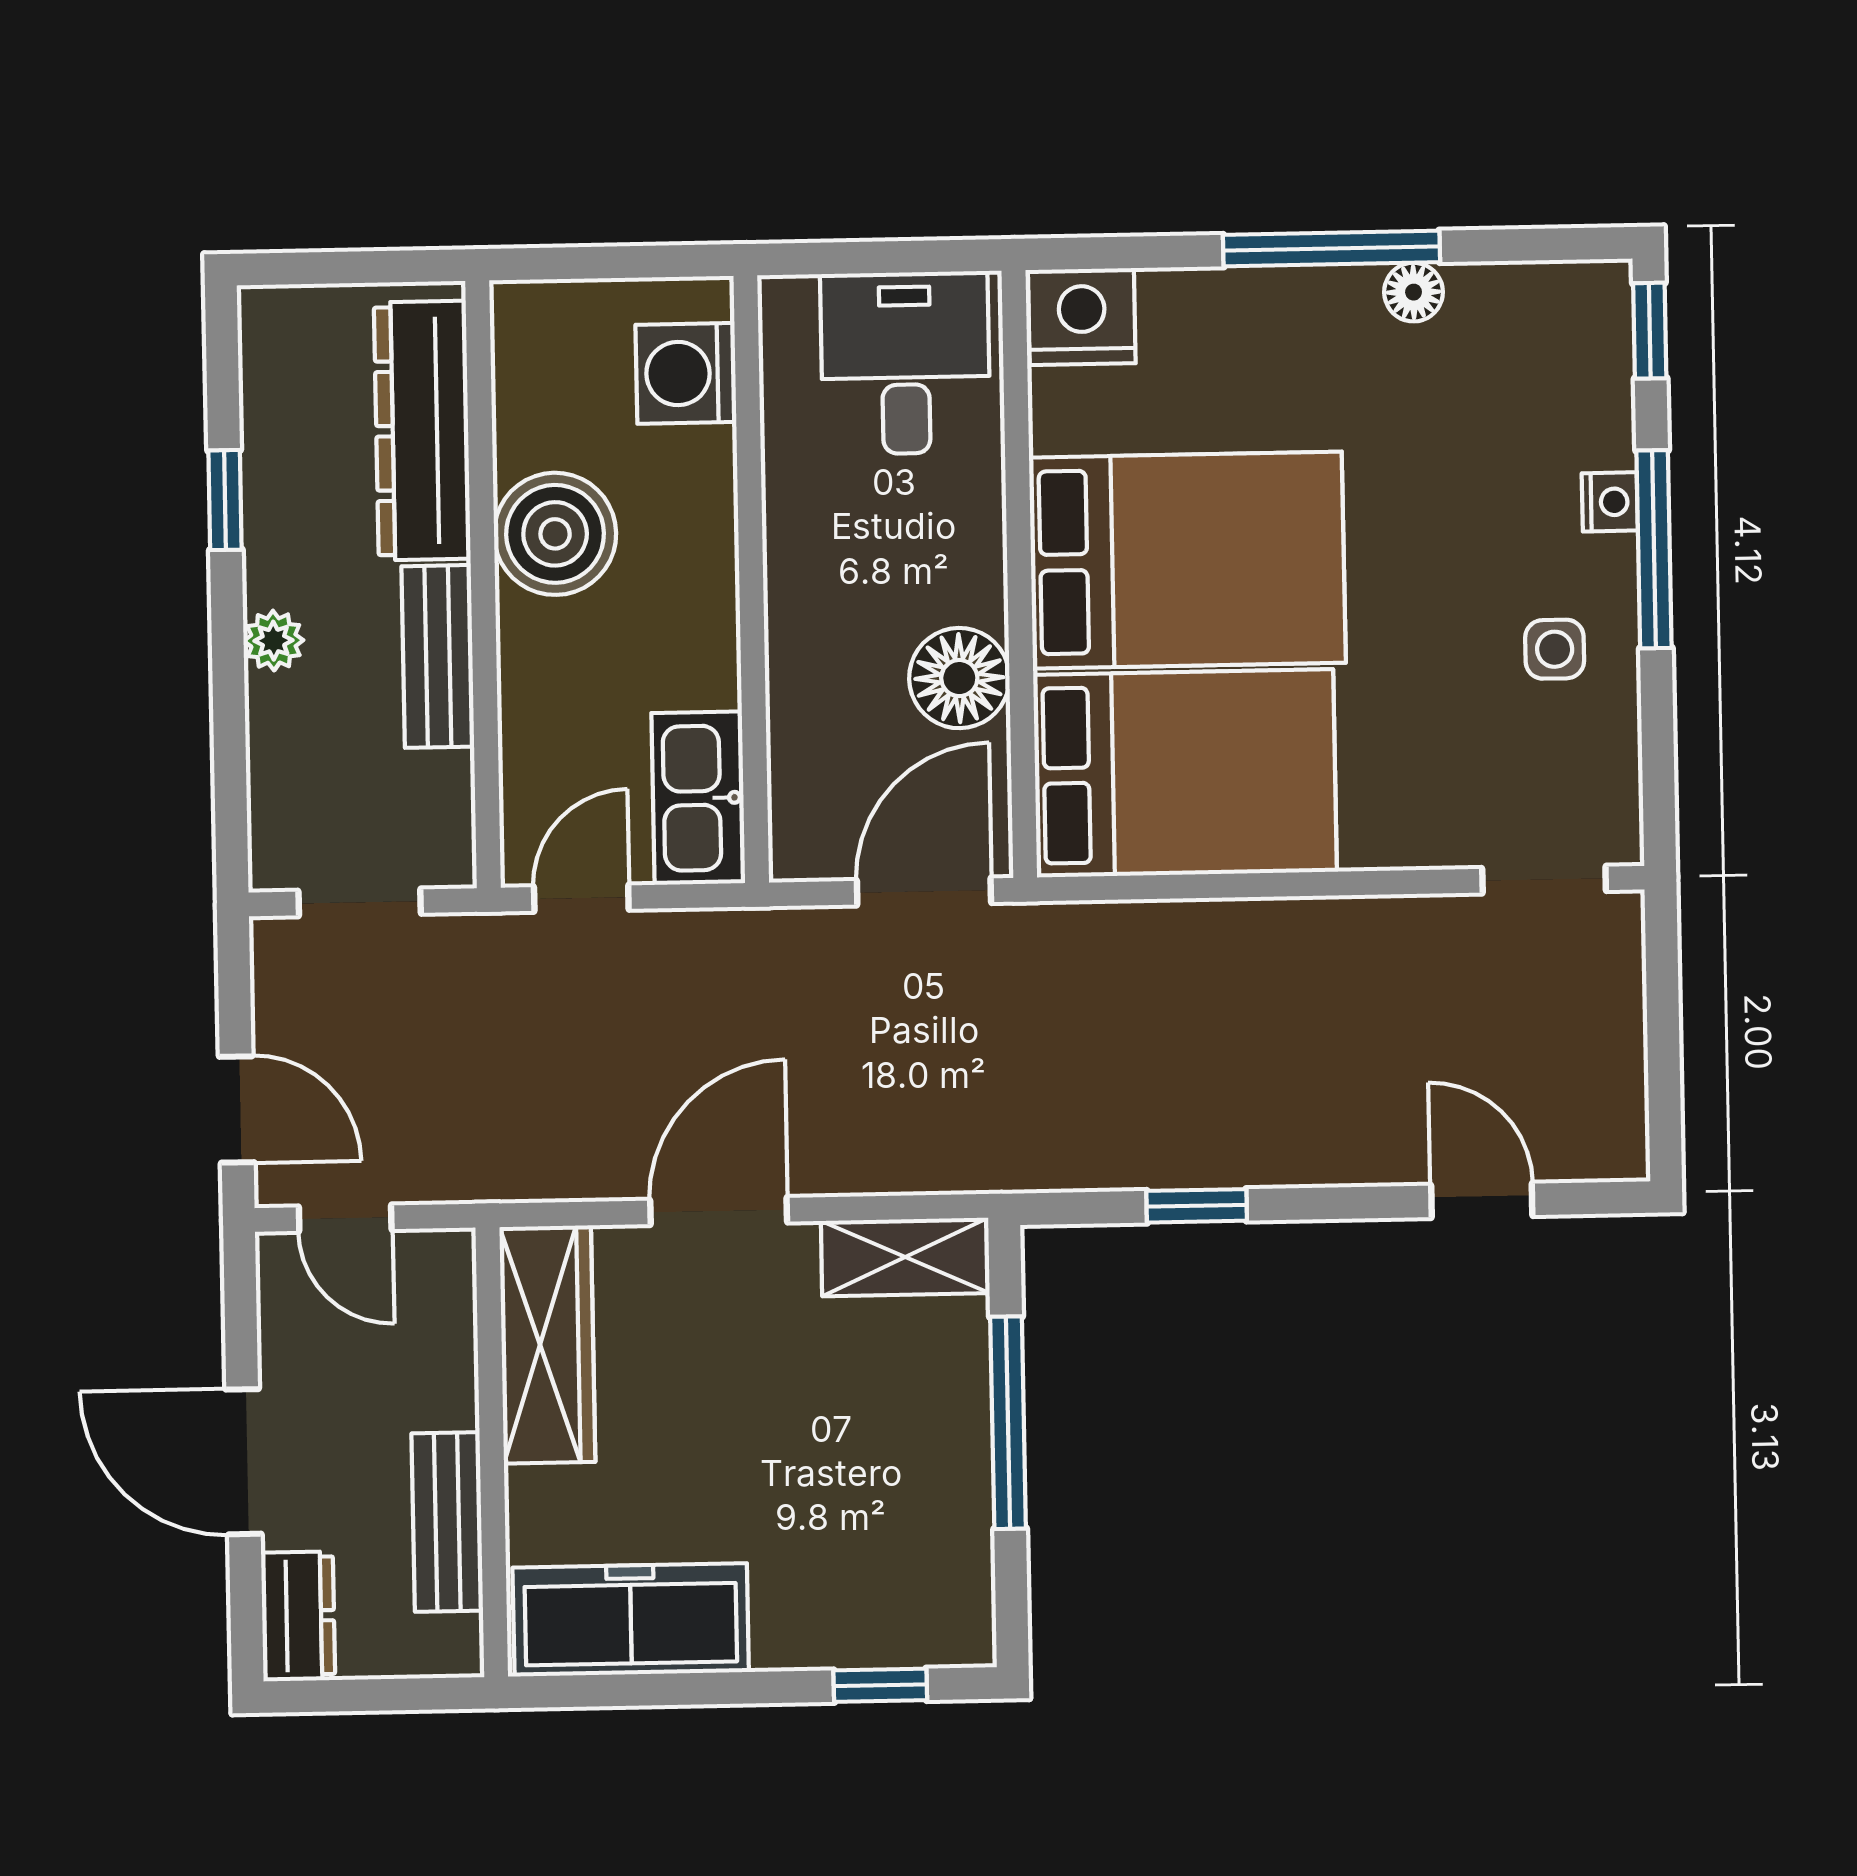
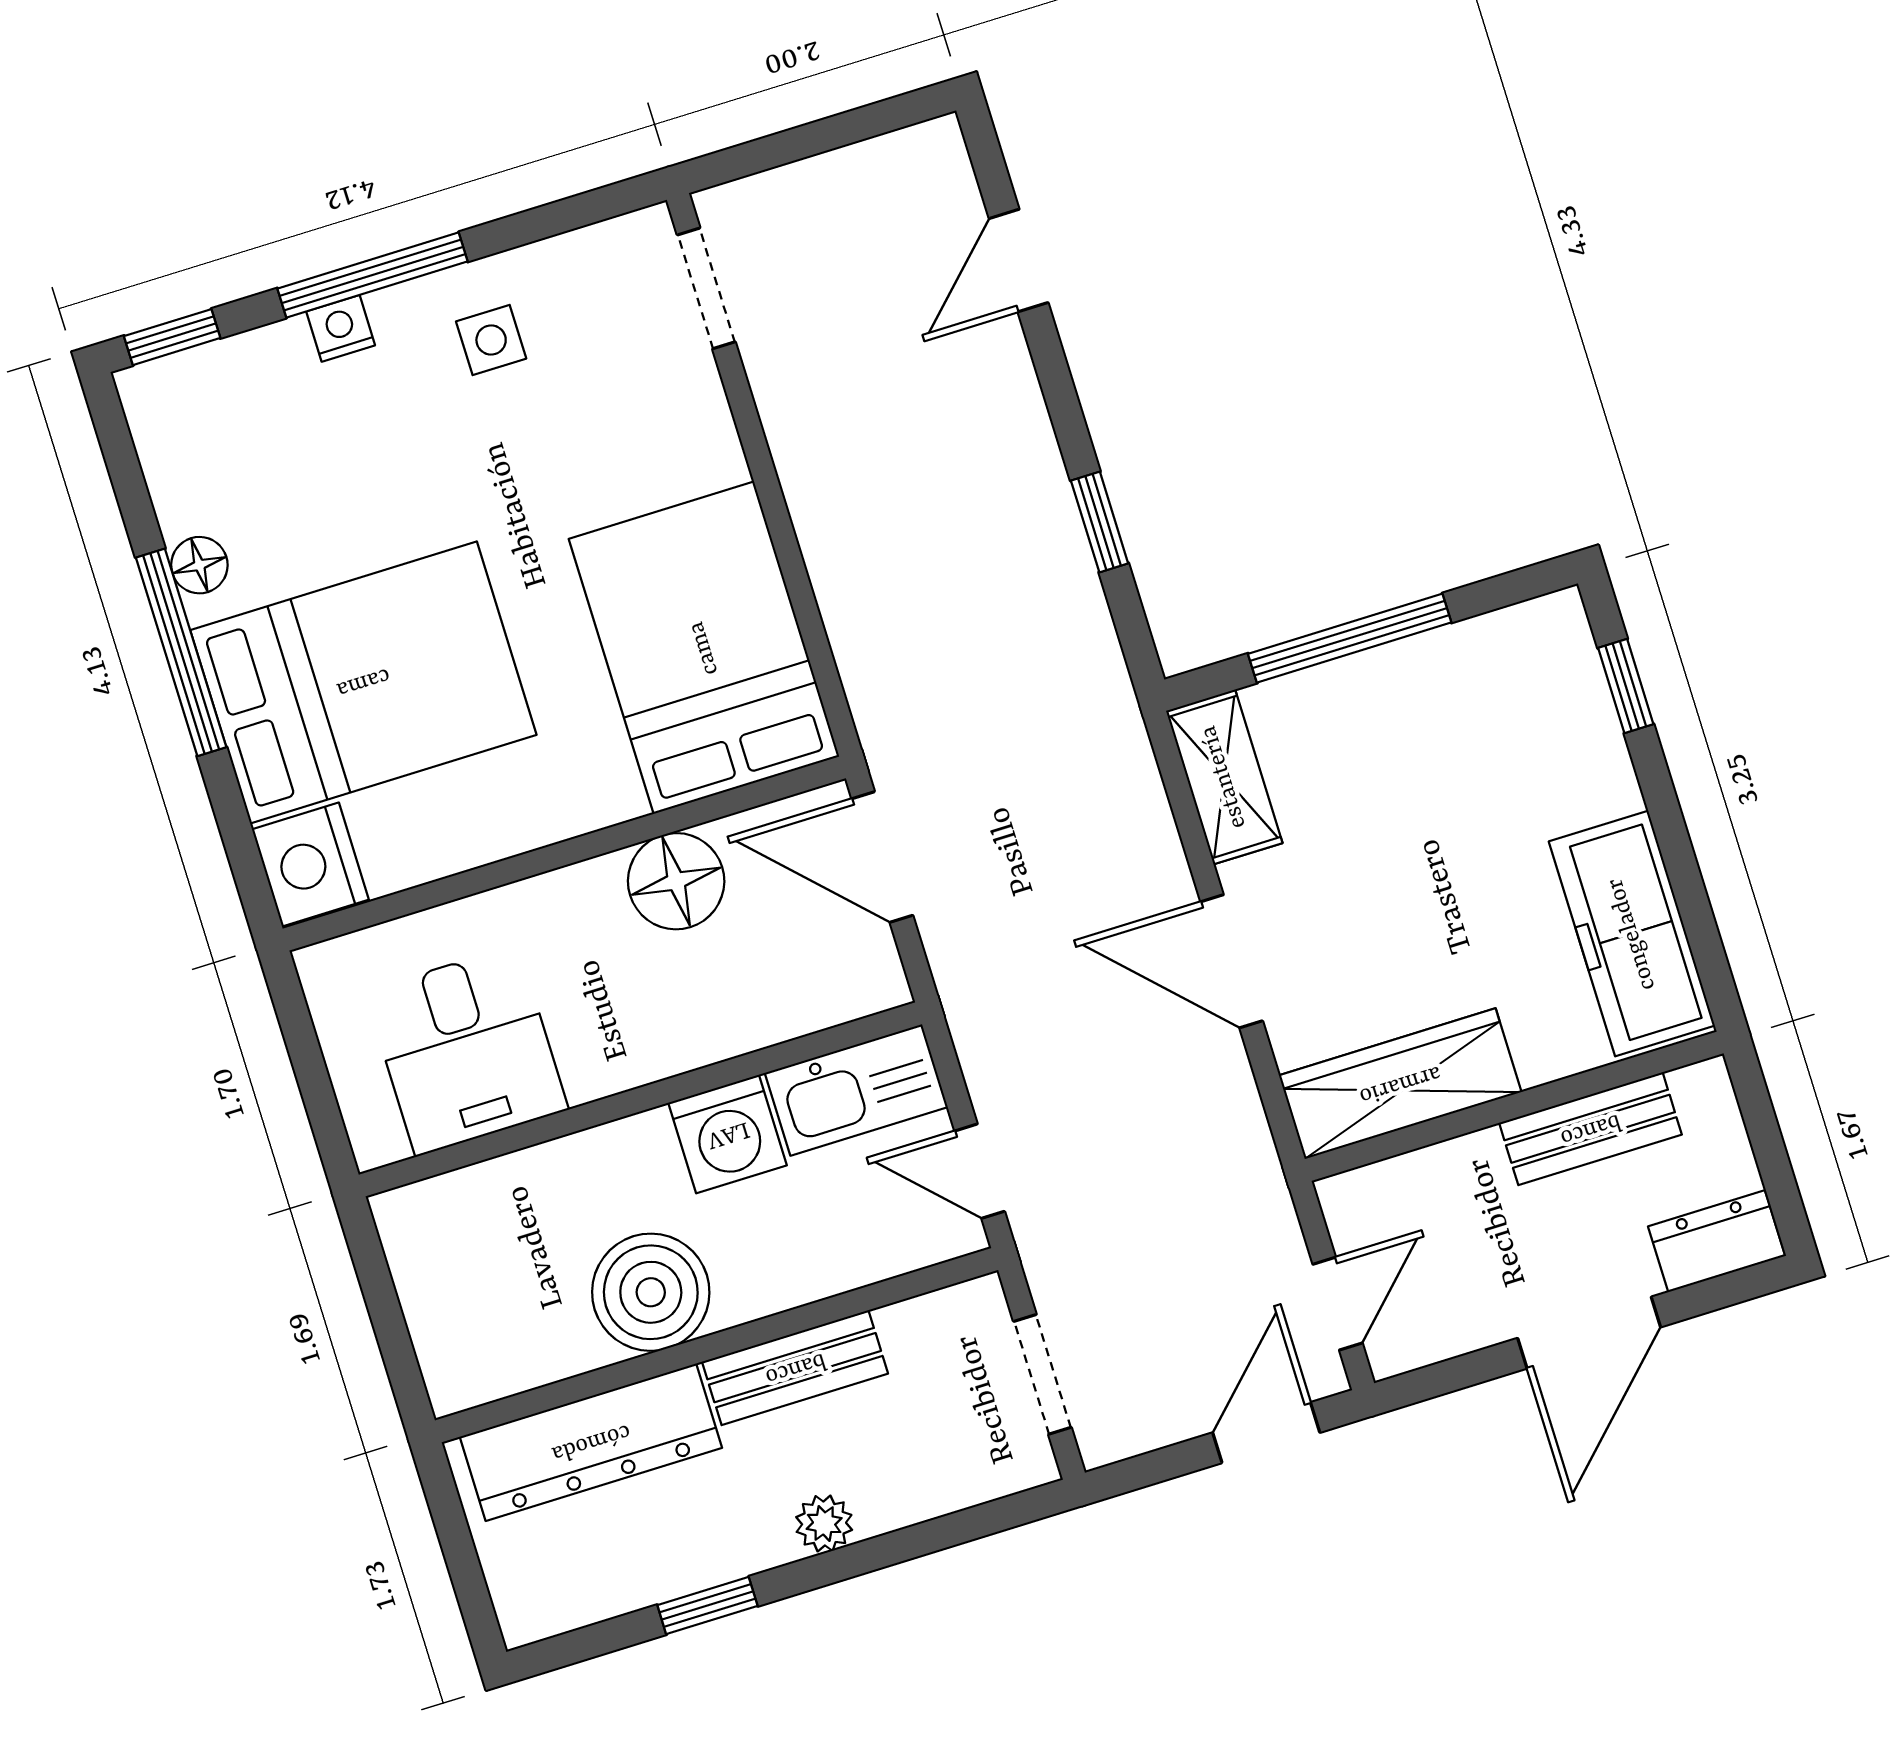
desk: (905, 363) -> (467, 1050), moved, turned -90
washing machine: (686, 373) -> (728, 1134), moved
bed: (1187, 560) -> (363, 682), moved, turned 90

